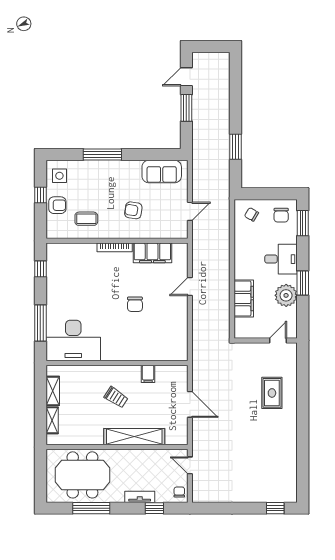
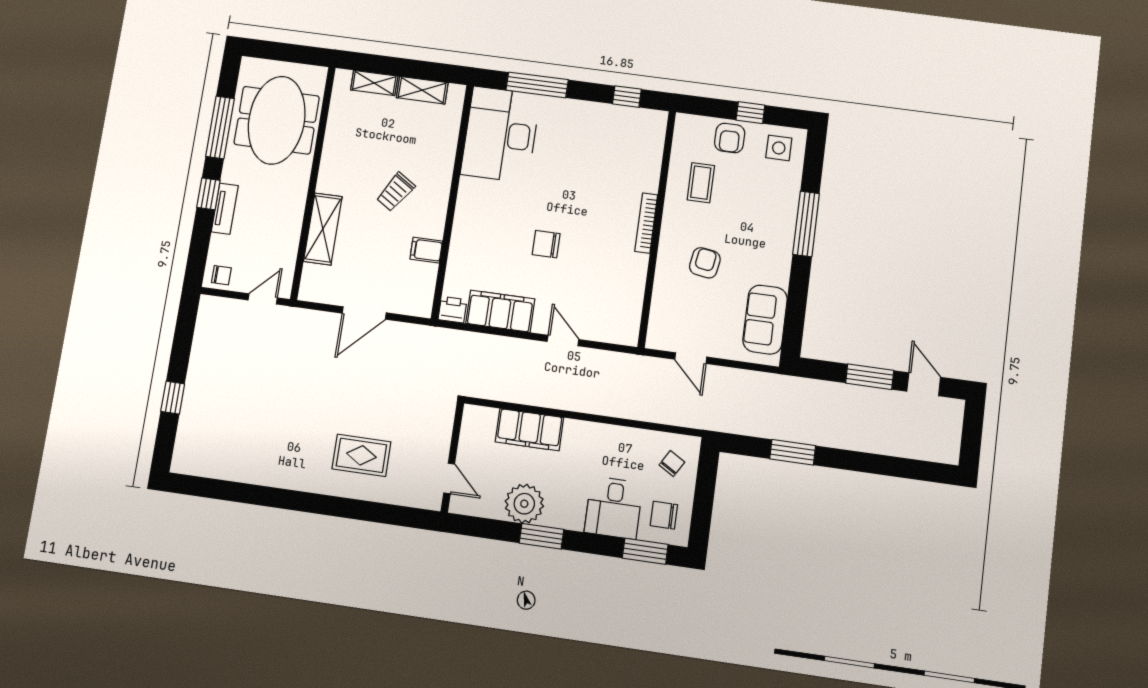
filing cabinet: (152, 253) -> (500, 311), moved, turned 90
desk: (281, 259) -> (614, 508), moved
printer: (181, 353) -> (453, 310), added
shelving: (134, 437) -> (323, 229), width x0.68
window: (154, 508) -> (208, 194), moved
window: (275, 508) -> (173, 398), moved

